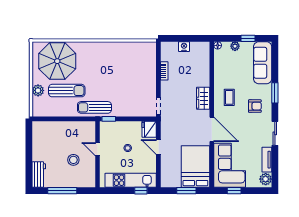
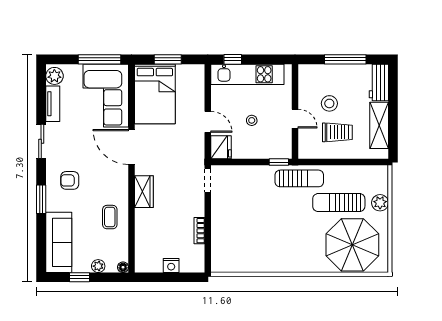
coffee table: (229, 97) -> (110, 217), moved
trolley: (68, 140) -> (337, 132), added
shelving: (39, 145) -> (379, 125), added
window: (234, 191) -> (99, 59), width x2.17

